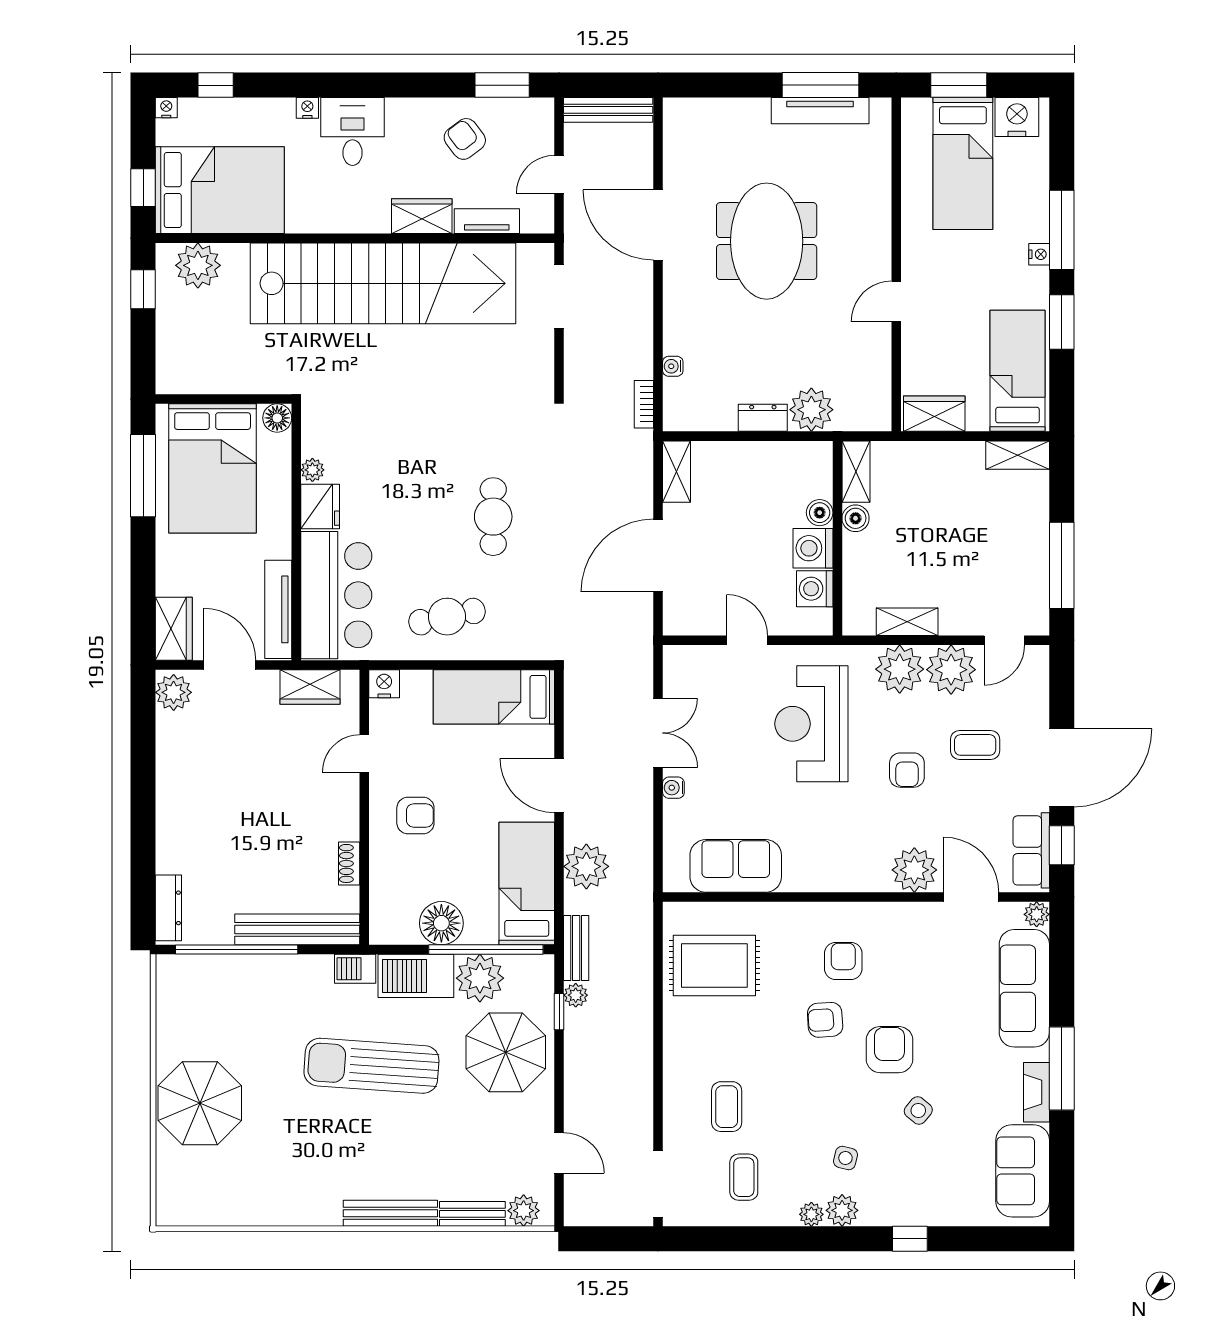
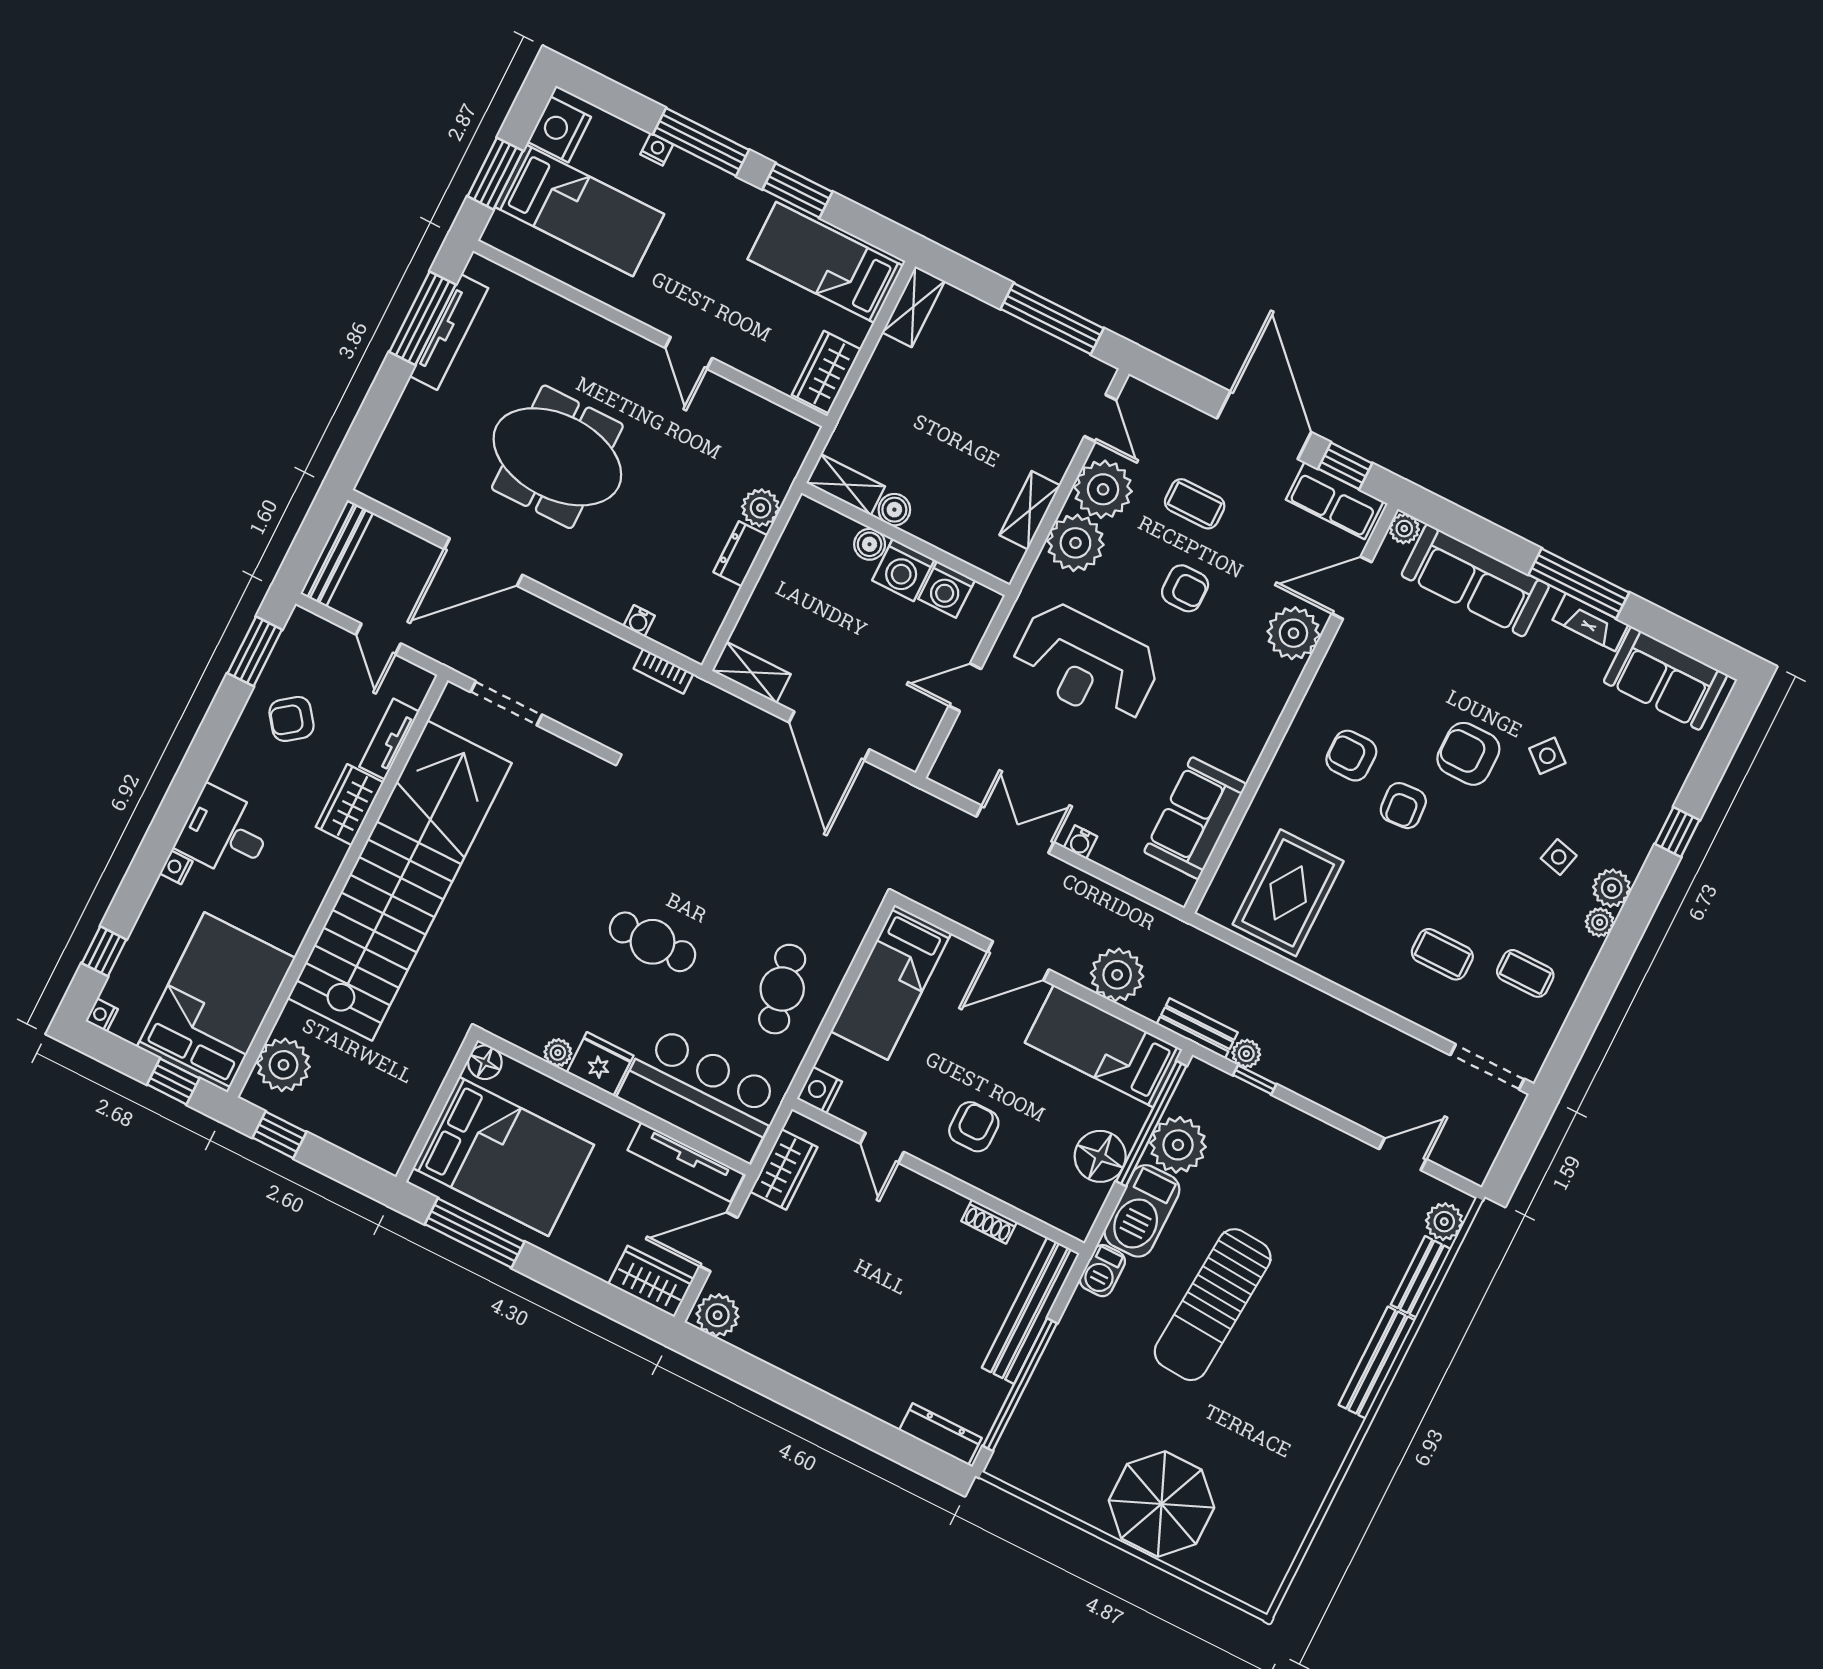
nightstand: (1039, 254) -> (657, 149), moved
plant: (811, 410) -> (761, 508), width x0.73, depth x0.73
cafe table: (493, 517) -> (653, 942), moved
coffee table: (975, 745) -> (1195, 504), turned 90
parasol: (506, 1052) -> (1269, 1157), removed

